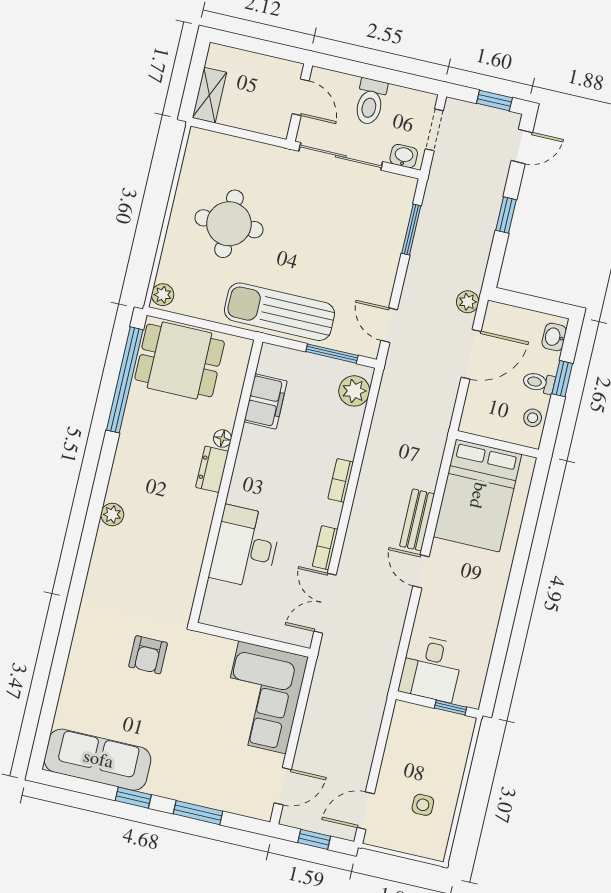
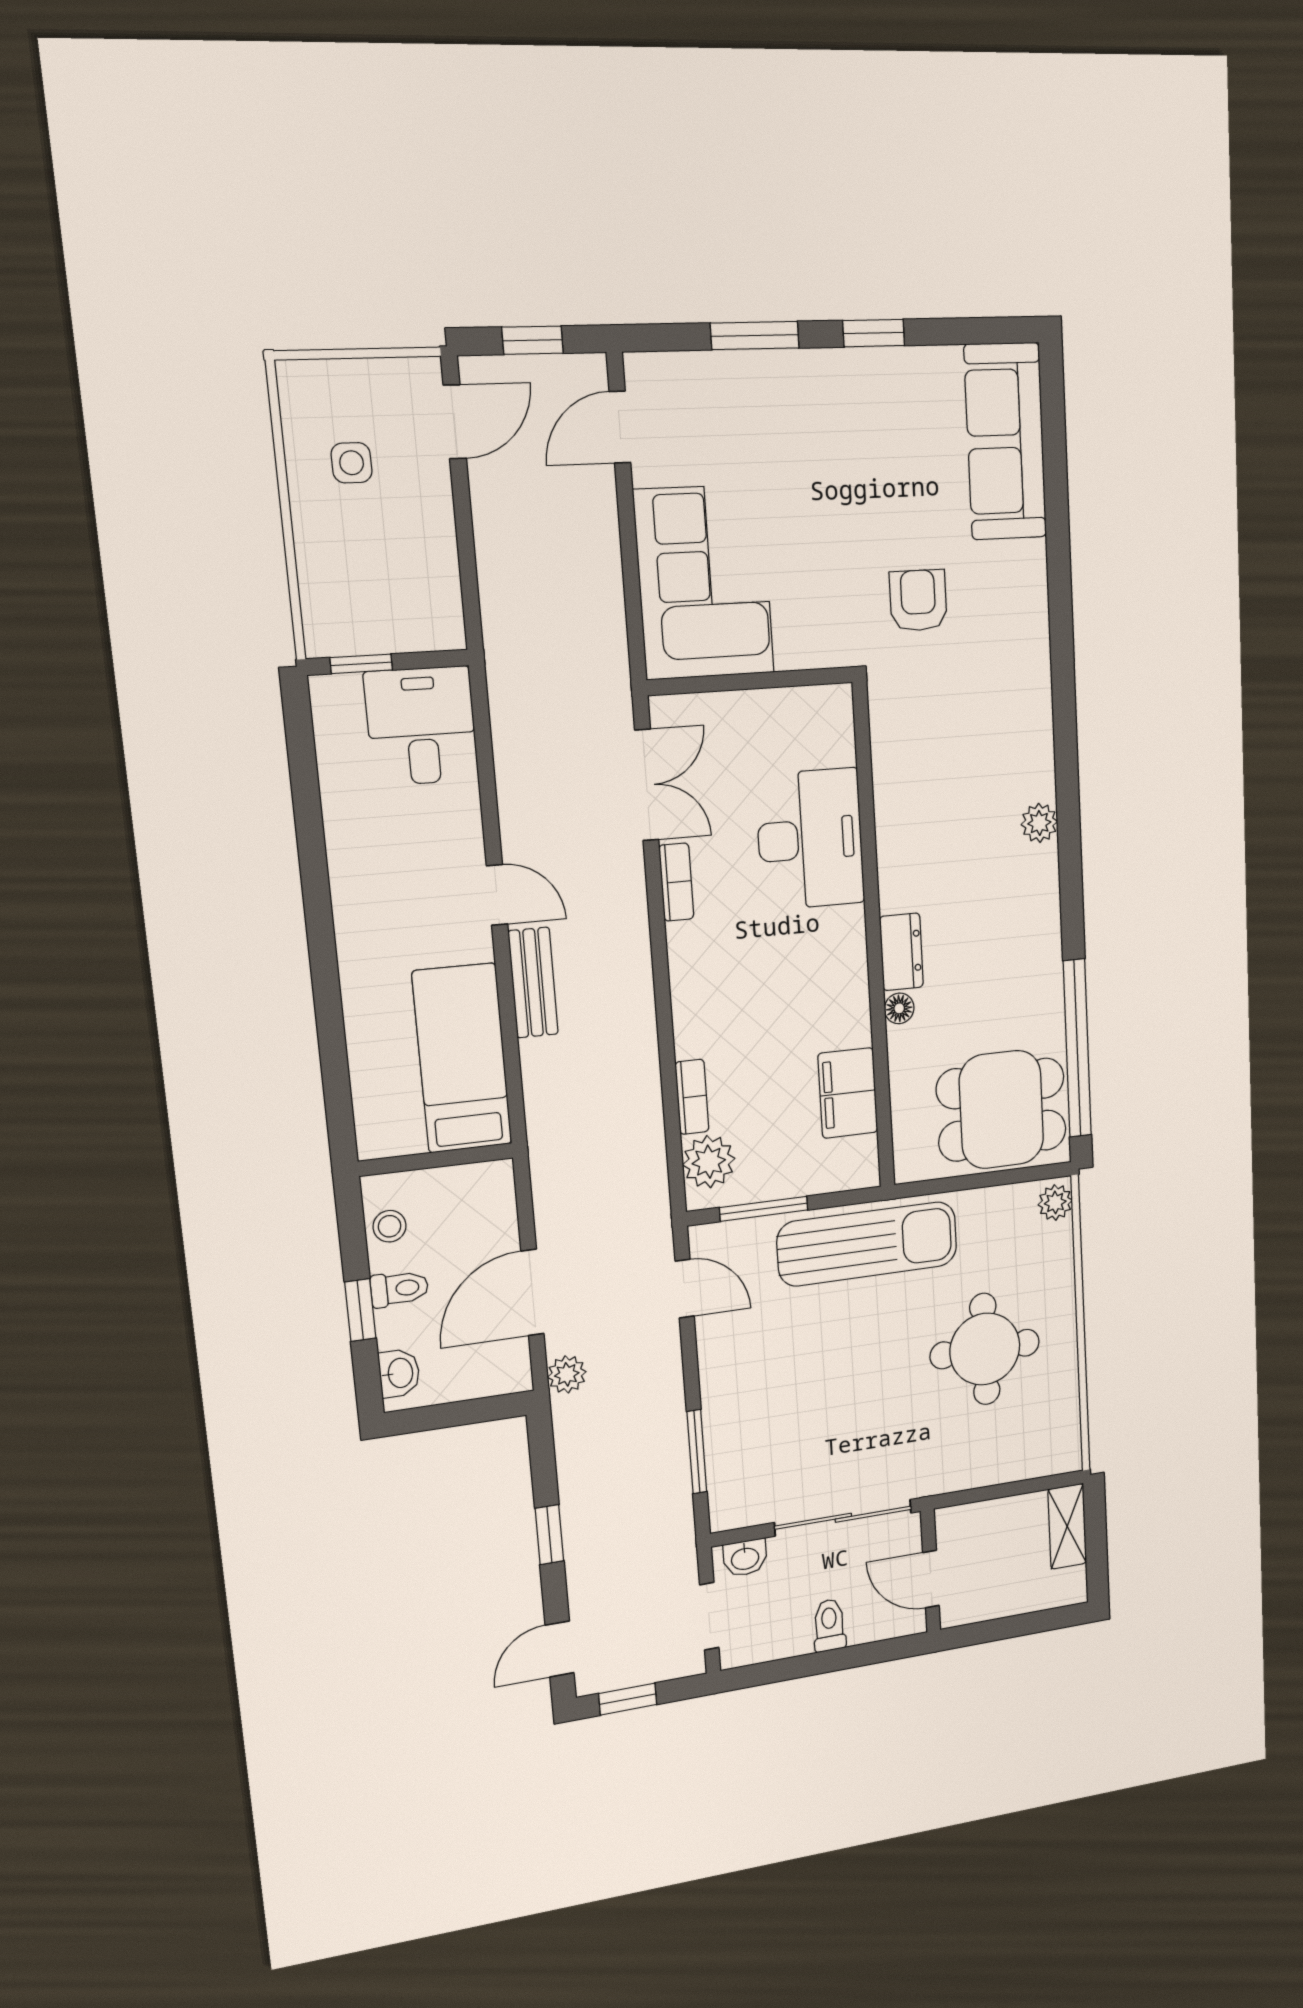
toilet: (370, 102) -> (829, 1625), width x0.73, depth x0.72
bookcase: (341, 480) -> (692, 1097), moved
bed: (477, 495) -> (462, 1058), width x0.67
sofa: (98, 760) -> (1005, 441), moved, turned 90

